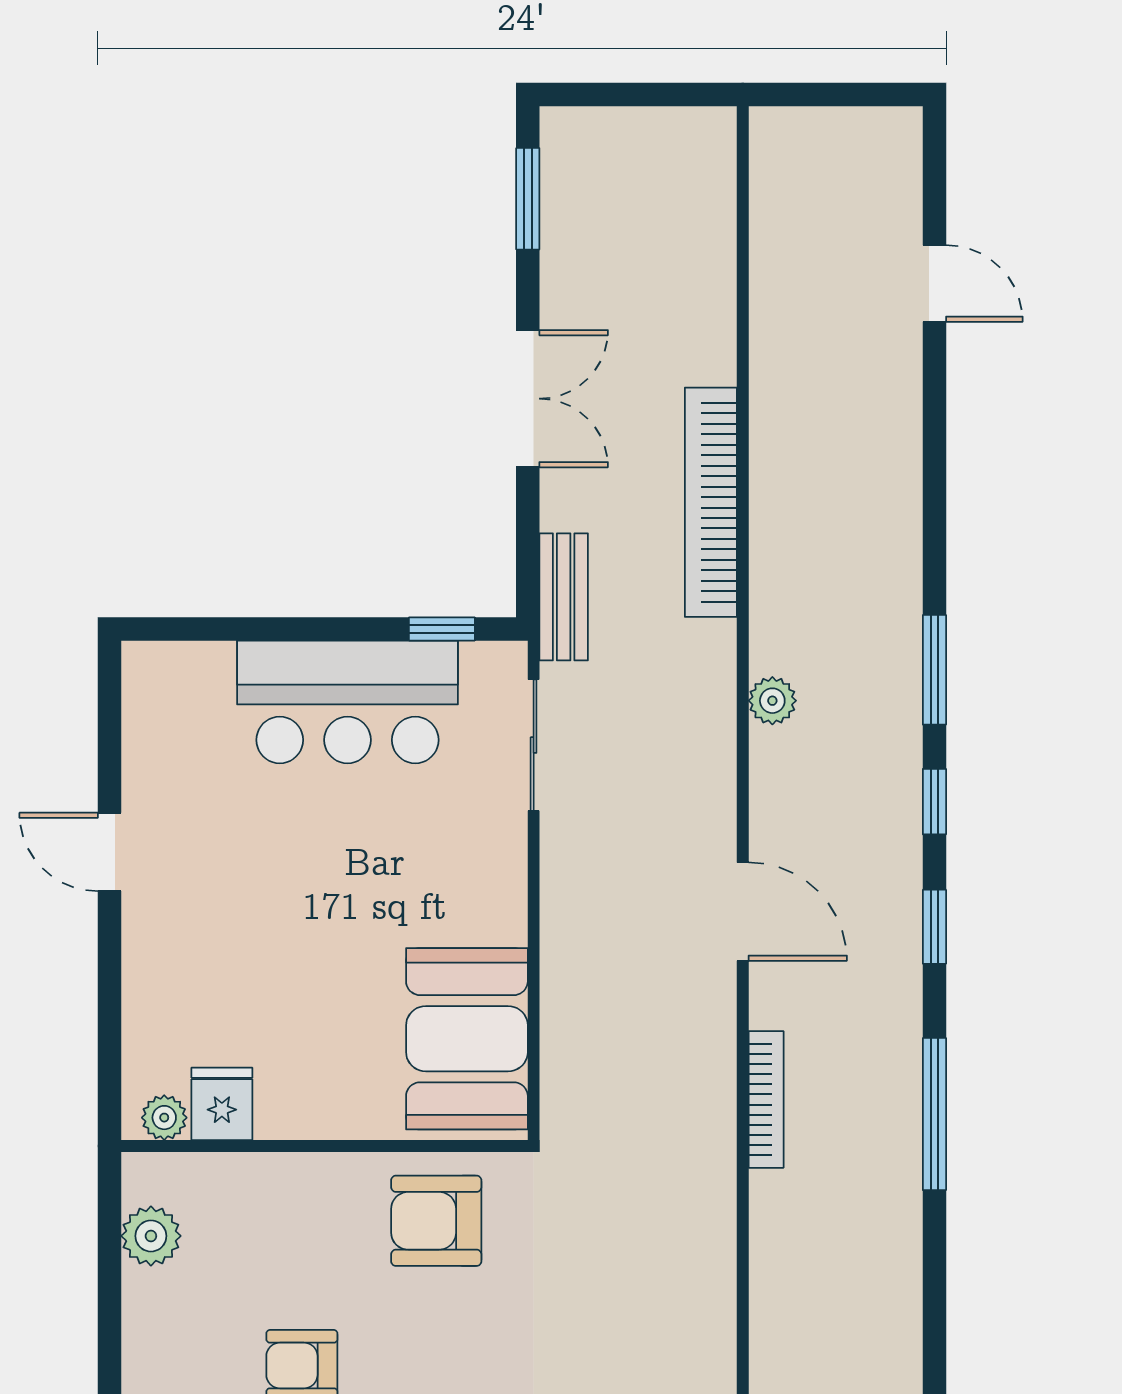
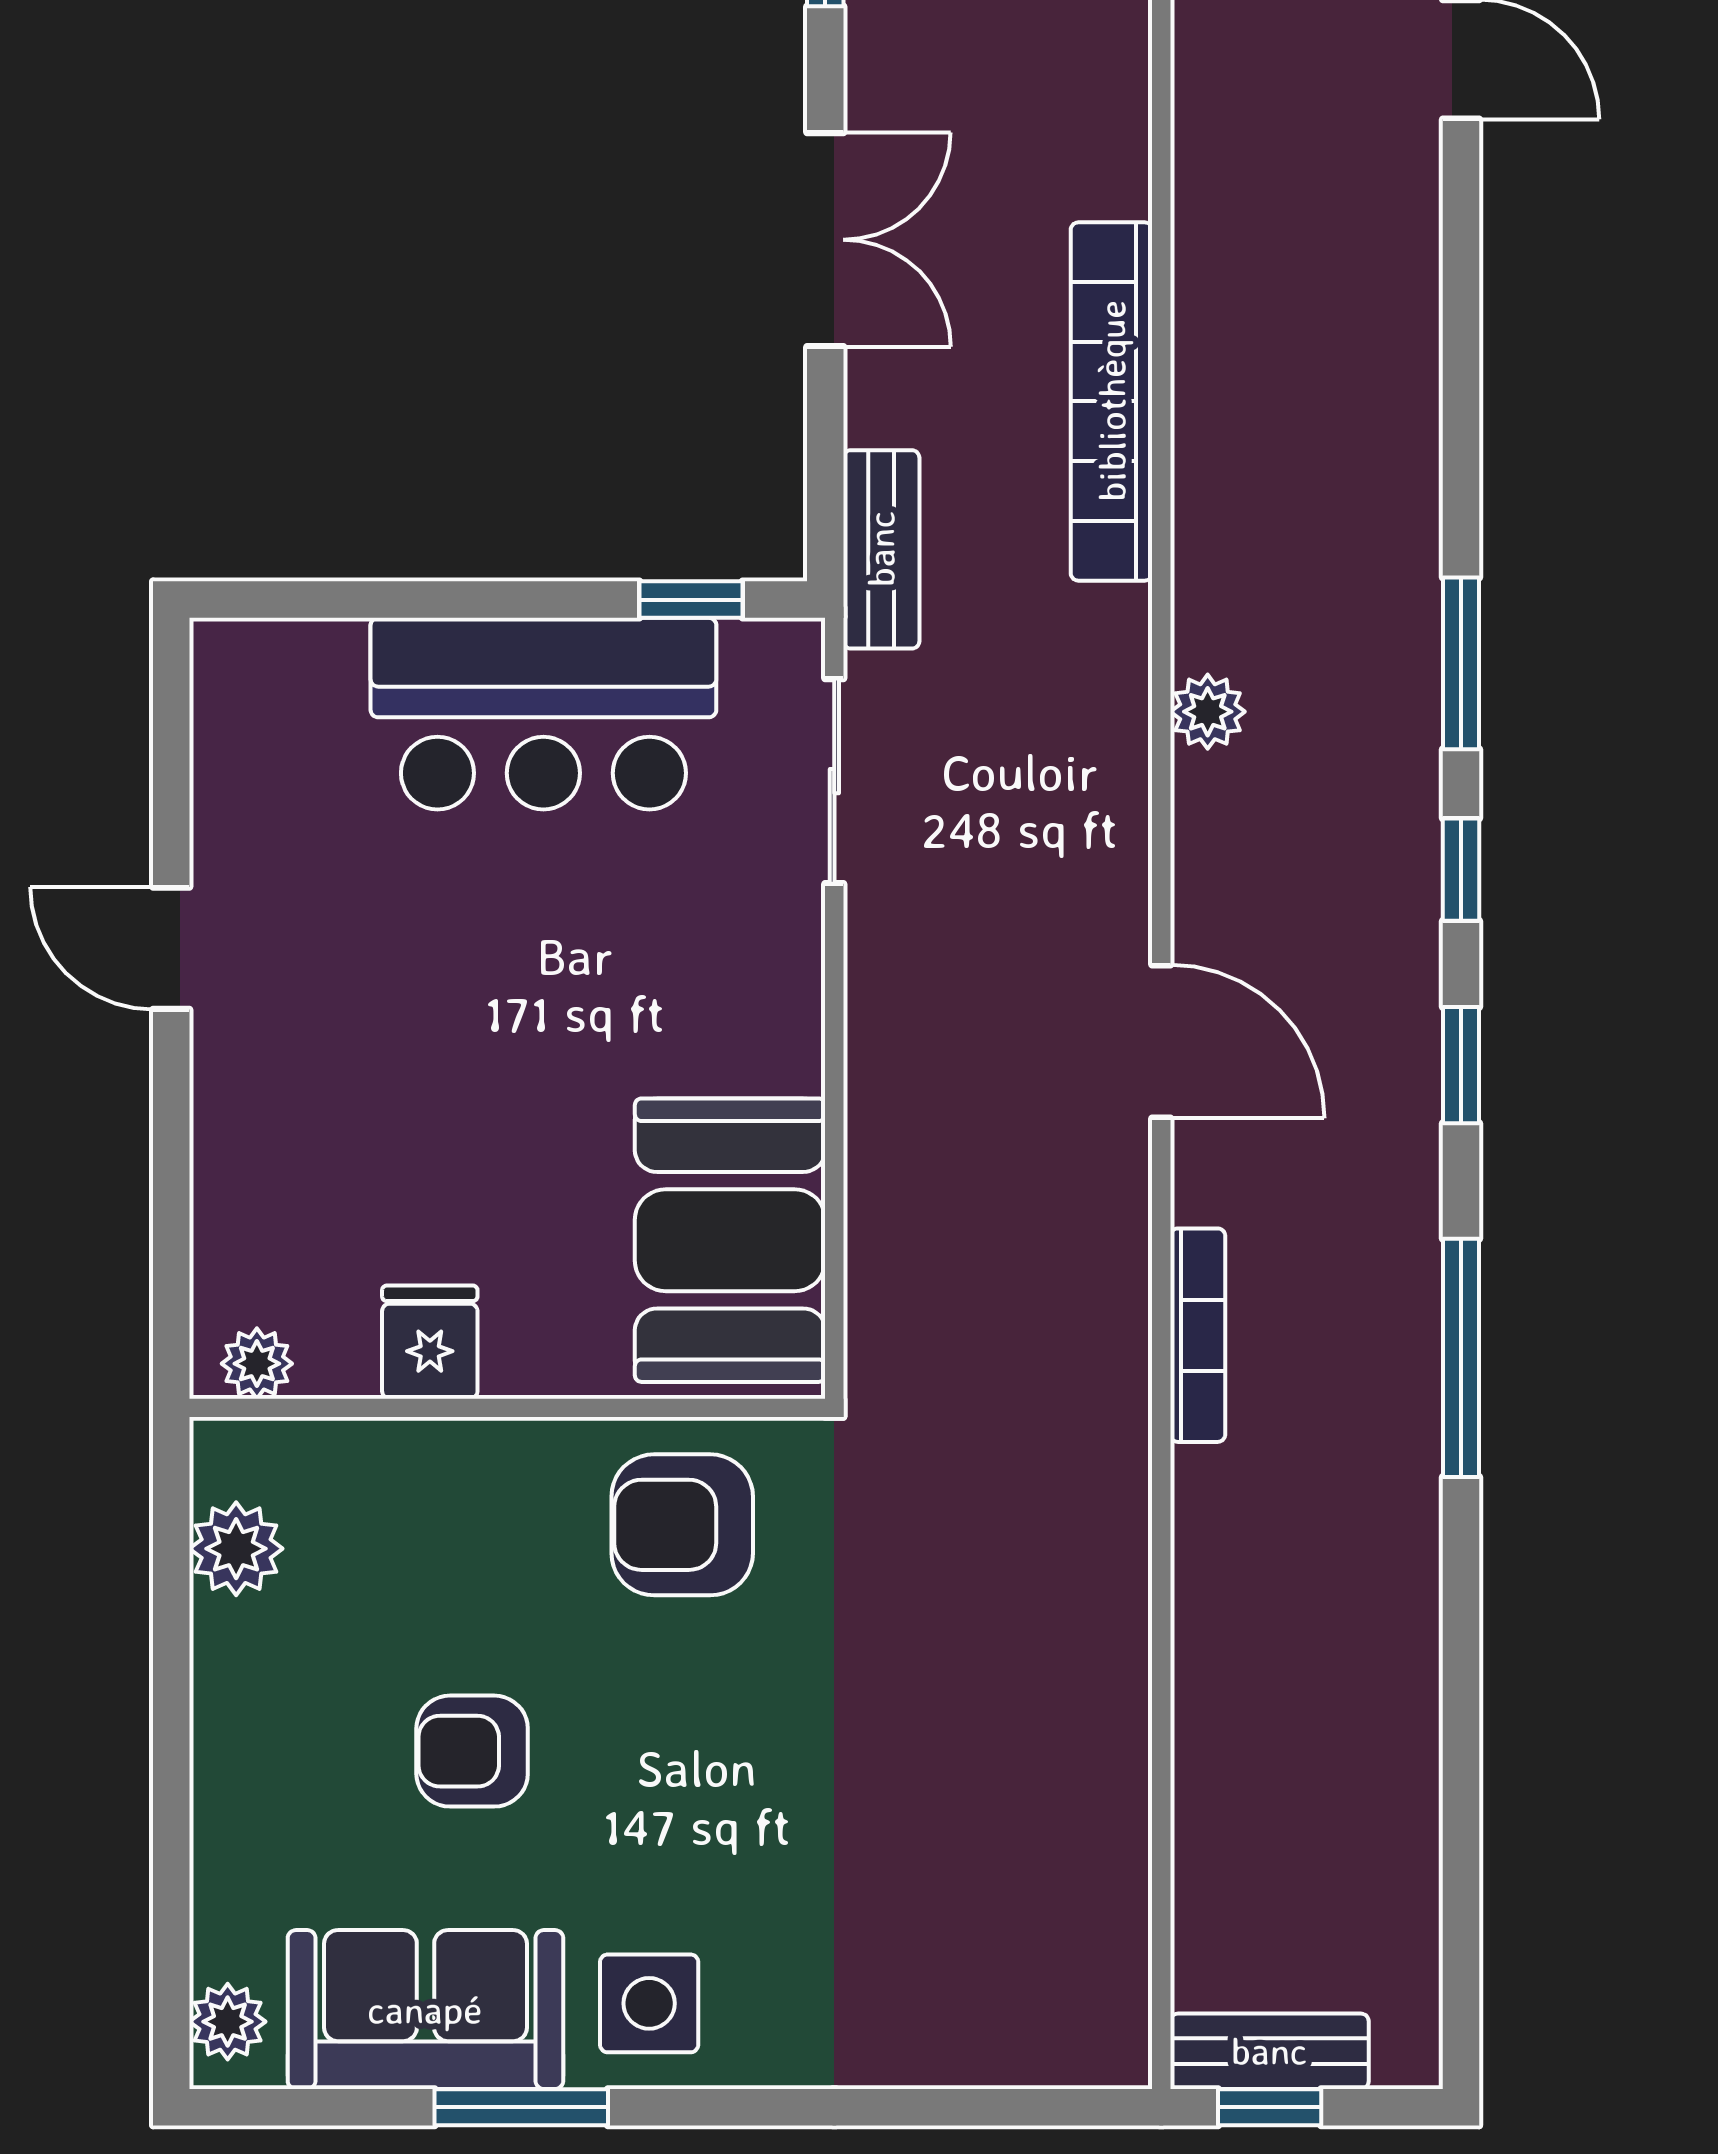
fridge: (222, 1104) -> (430, 1342), moved

